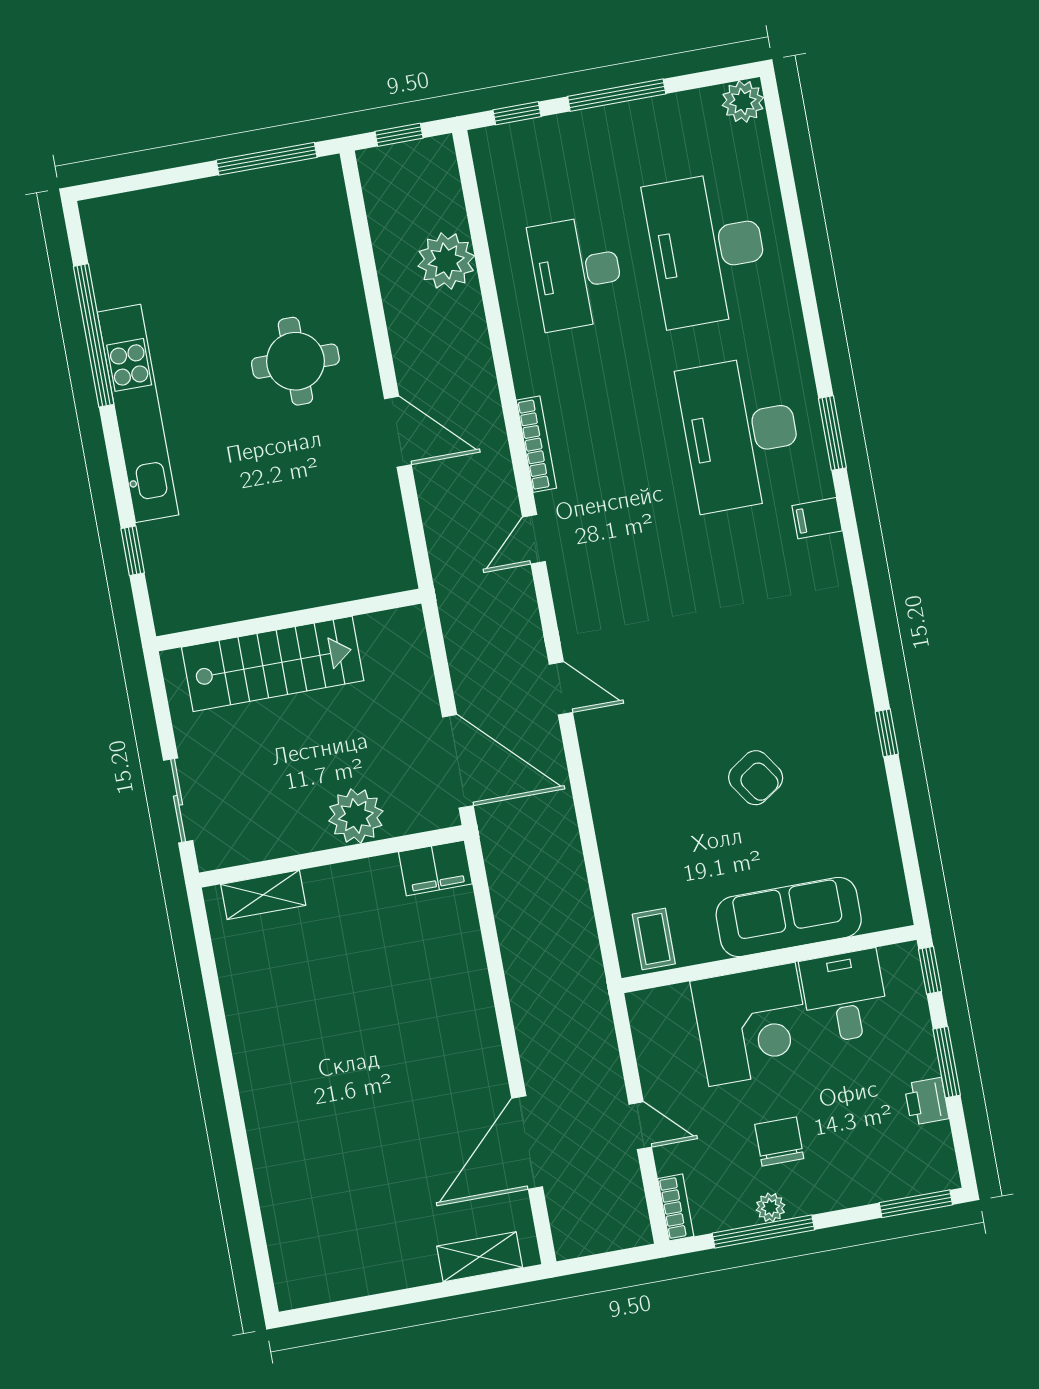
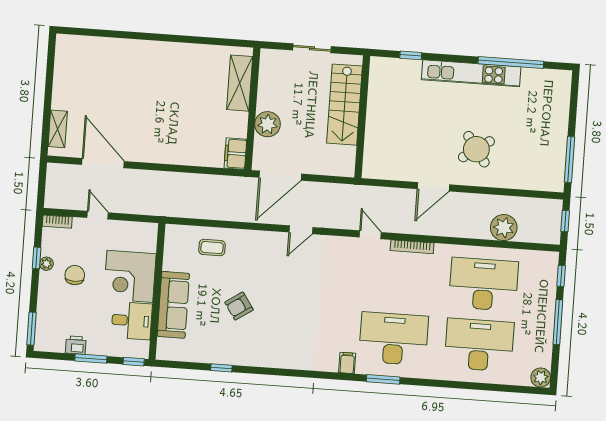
desk: (577, 273) -> (484, 284), width x1.36, depth x1.30
round table: (295, 361) -> (476, 149), turned -35
window: (887, 733) -> (221, 368), moved
sliding door: (178, 800) -> (312, 48), moved
shelving: (263, 895) -> (240, 83), width x1.50, depth x1.33
coffee table: (654, 939) -> (212, 248), moved
door: (640, 1126) -> (98, 215), swing flipped
chair: (779, 1142) -> (75, 275), turned -90
window: (763, 1231) -> (37, 258), width x0.46

